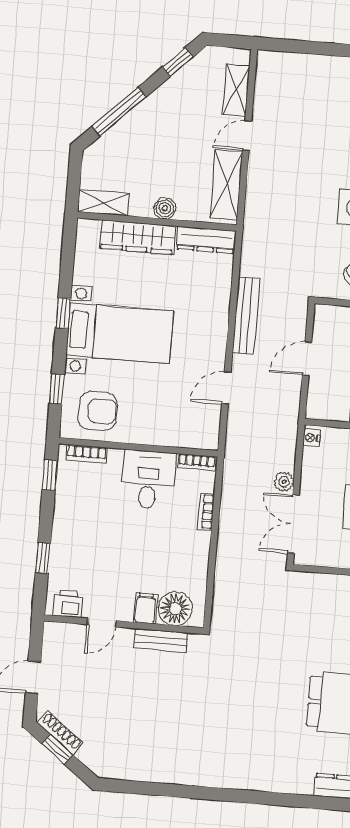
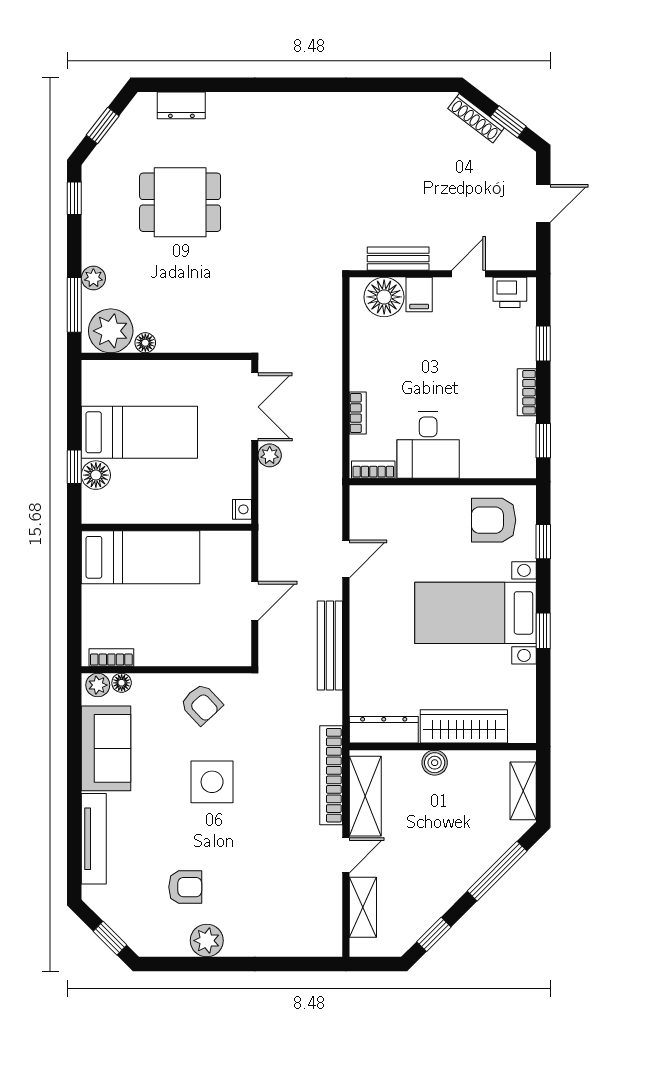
shelving: (103, 203) -> (523, 791), moved, turned 90
bookcase: (254, 205) -> (331, 775), added
bookcase: (86, 454) -> (527, 392), moved, turned -90
shoe rack: (60, 733) -> (476, 118), moved

